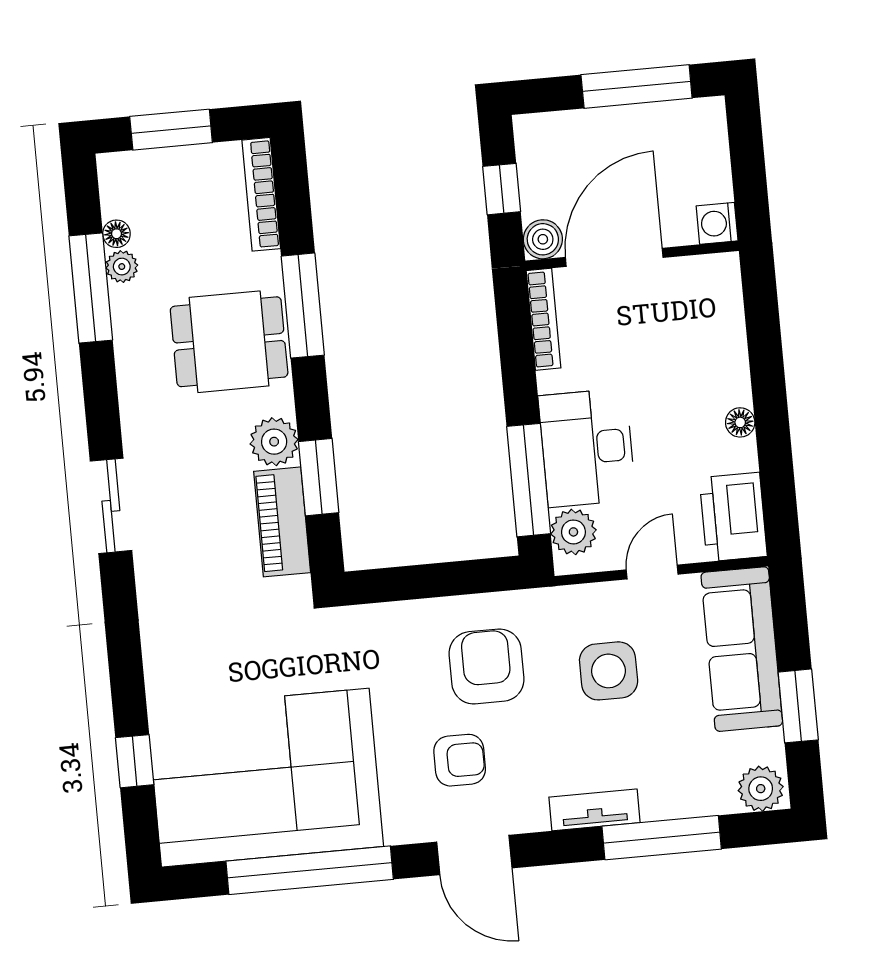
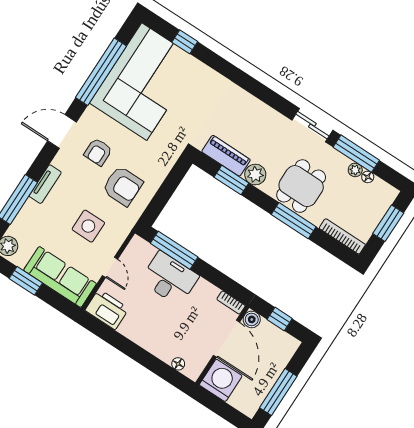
washing machine: (717, 223) -> (221, 380), width x1.89, depth x1.89
bookcase: (544, 319) -> (231, 302), width x0.64
floor lamp: (740, 422) -> (178, 364), moved
sliding door: (111, 506) -> (312, 125), moved
plant: (573, 532) -> (145, 251), removed

